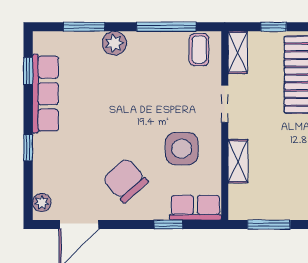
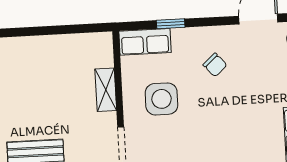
chair: (125, 180) -> (215, 65), width x0.54, depth x0.54
window: (269, 225) -> (72, 29), removed

